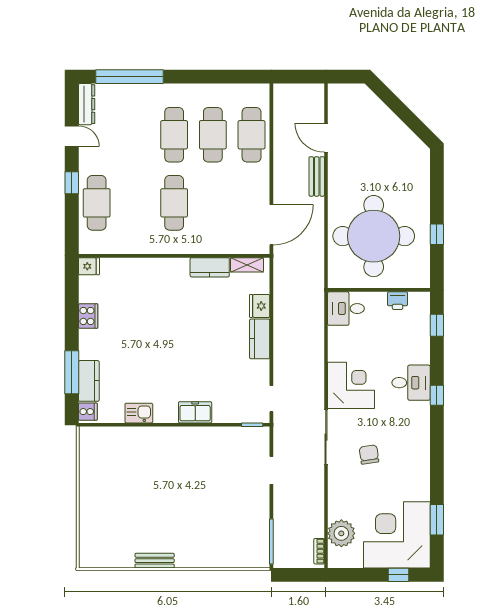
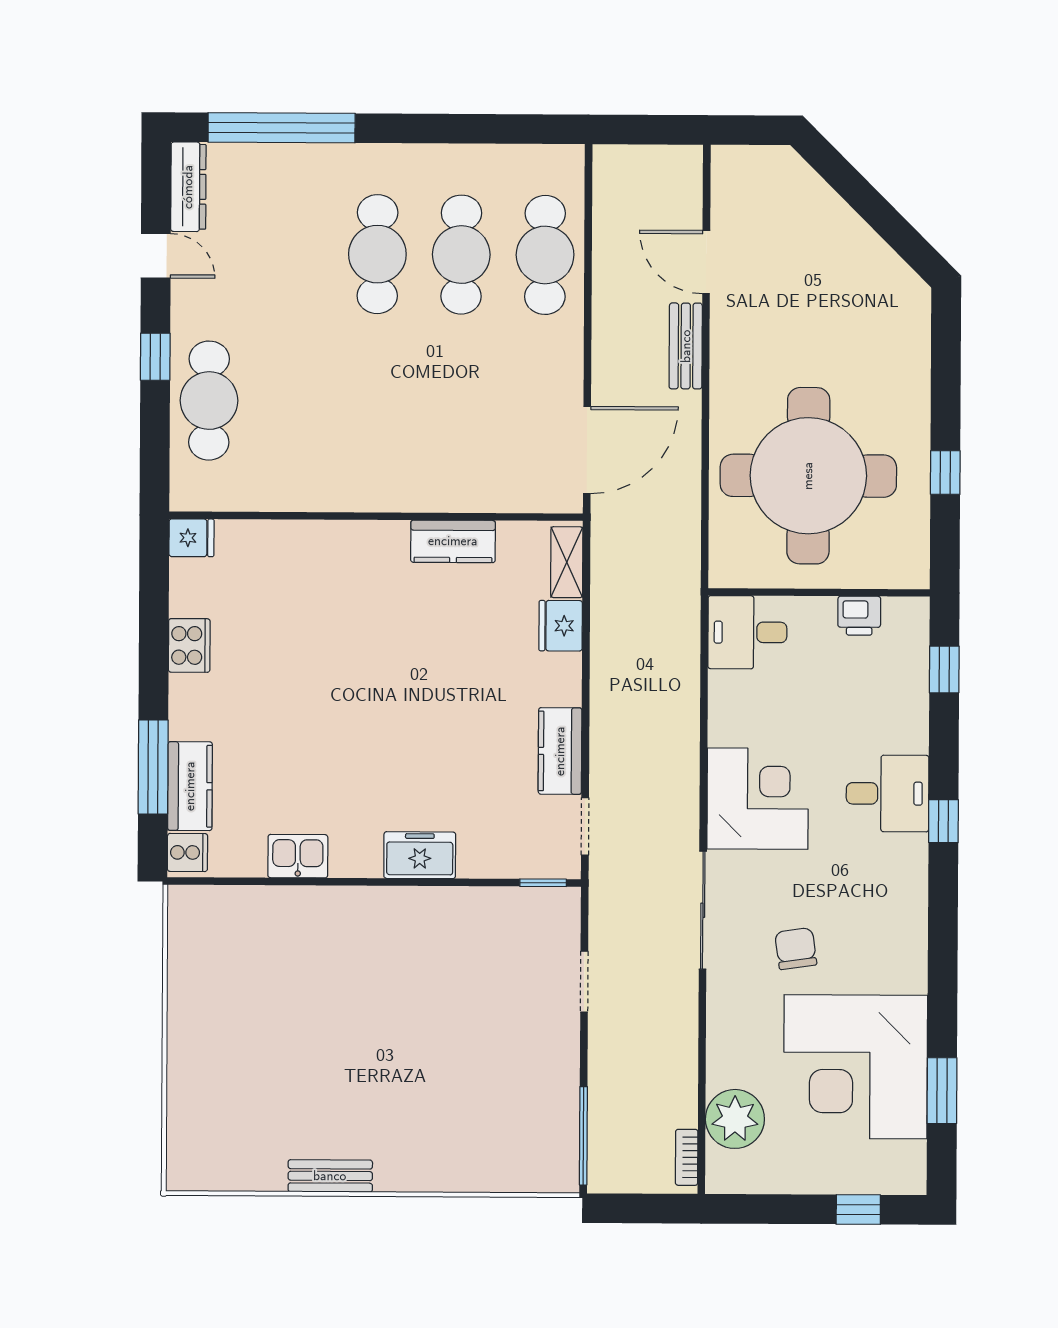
cafe table: (174, 203) -> (377, 401), removed
shelving: (247, 265) -> (567, 562), moved, turned 90
kitchen counter: (260, 339) -> (560, 751), moved
corner desk: (397, 535) -> (856, 1067), moved, turned -90

